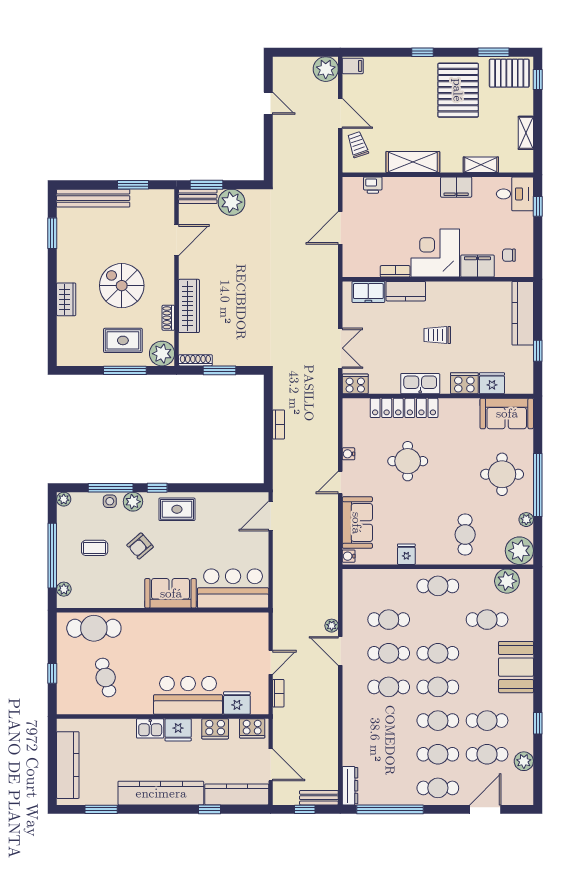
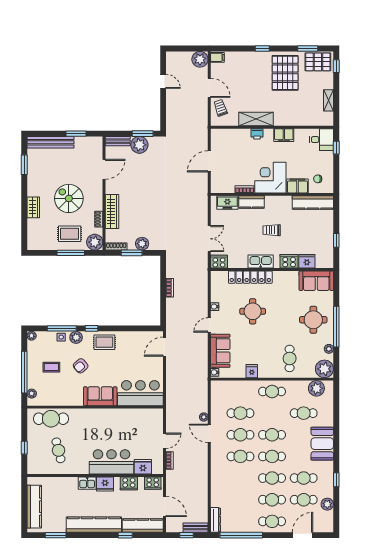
shelving: (481, 165) -> (300, 121), removed
window: (206, 185) -> (143, 134), moved
printer: (373, 185) -> (257, 134), moved
kitchen counter: (523, 313) -> (313, 203), moved, turned -90
plant: (236, 356) -> (142, 244), added

